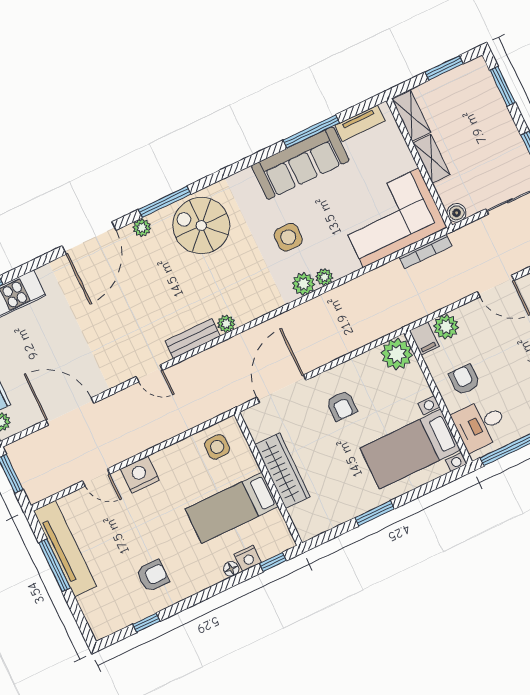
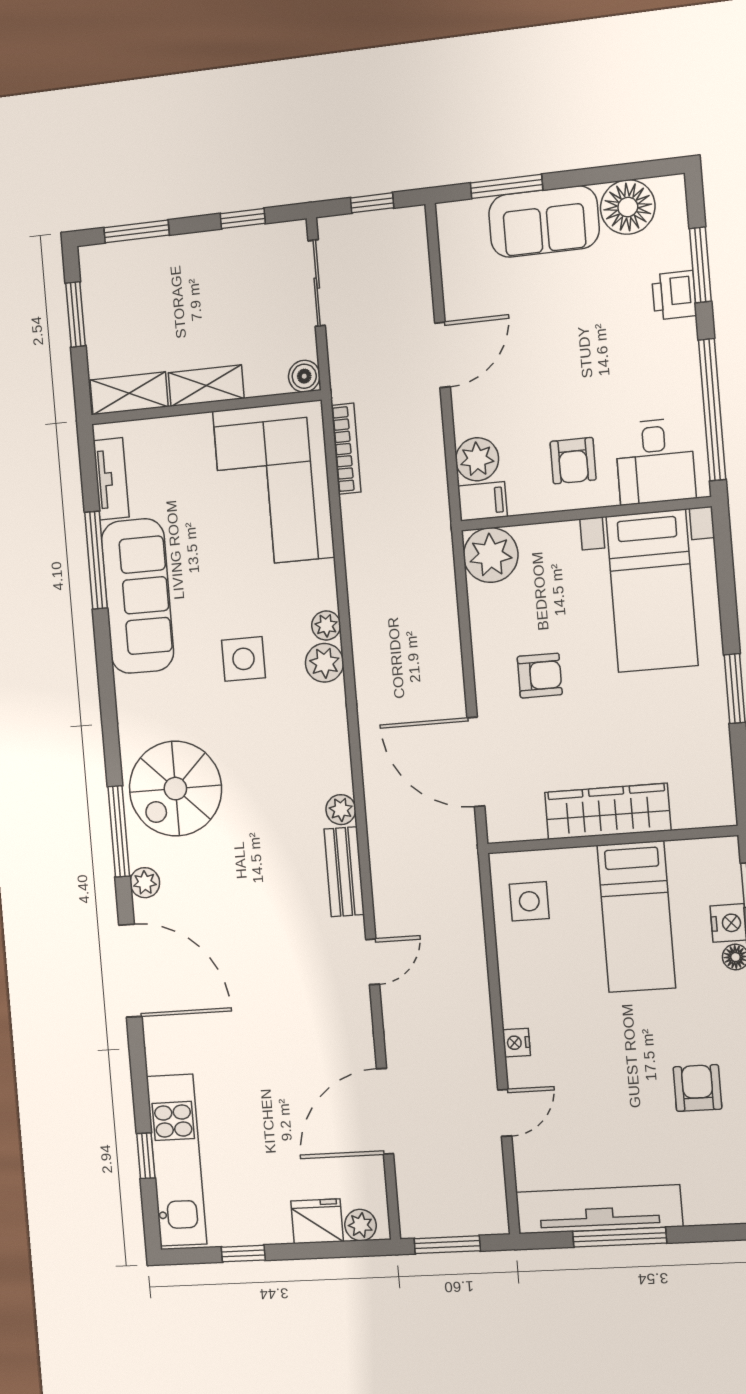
armchair: (464, 380) -> (573, 461), turned -90
nightstand: (140, 475) -> (516, 1043), width x0.53, depth x0.56

